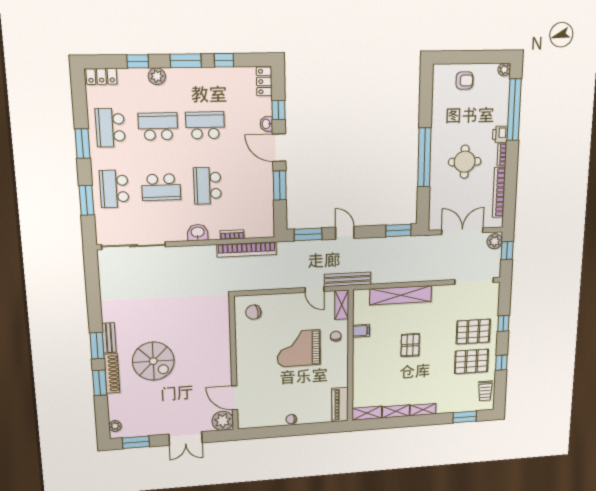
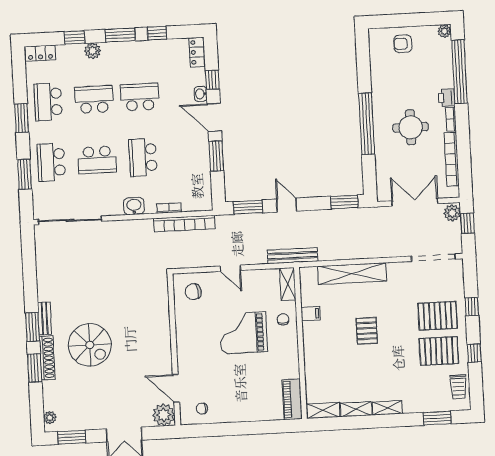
armchair: (464, 81) -> (403, 44), turned 180
door: (314, 289) -> (230, 268), moved
chair: (291, 419) -> (202, 409), moved

